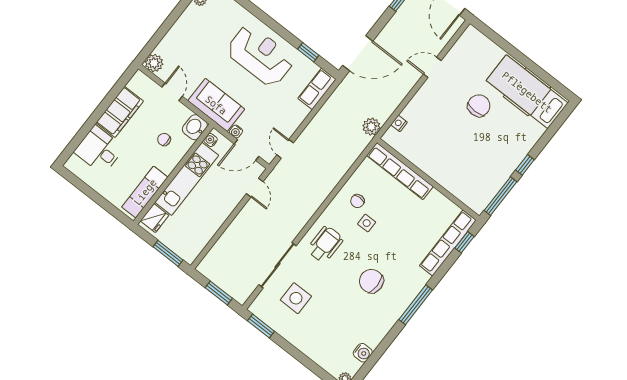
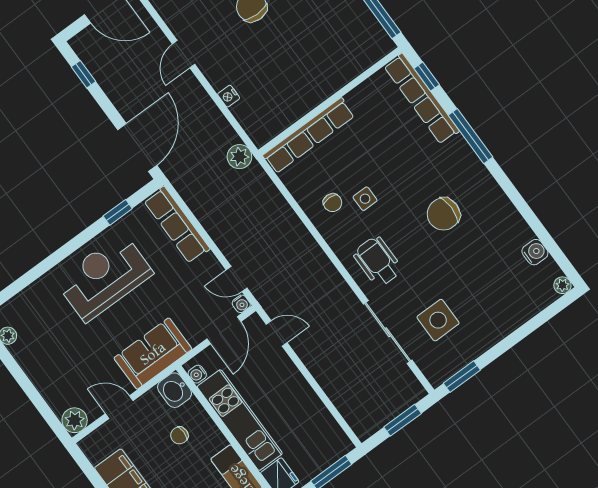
row of seats: (317, 89) -> (177, 225), width x1.48
nightstand: (399, 123) -> (229, 96), moved
water cooler: (236, 132) -> (241, 304), moved
window: (416, 305) -> (470, 136), moved

